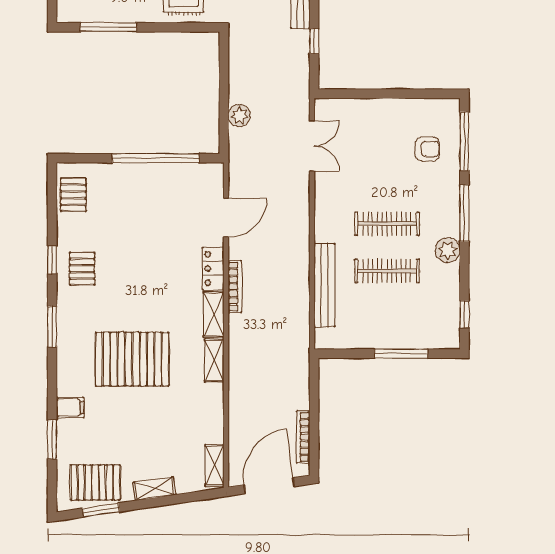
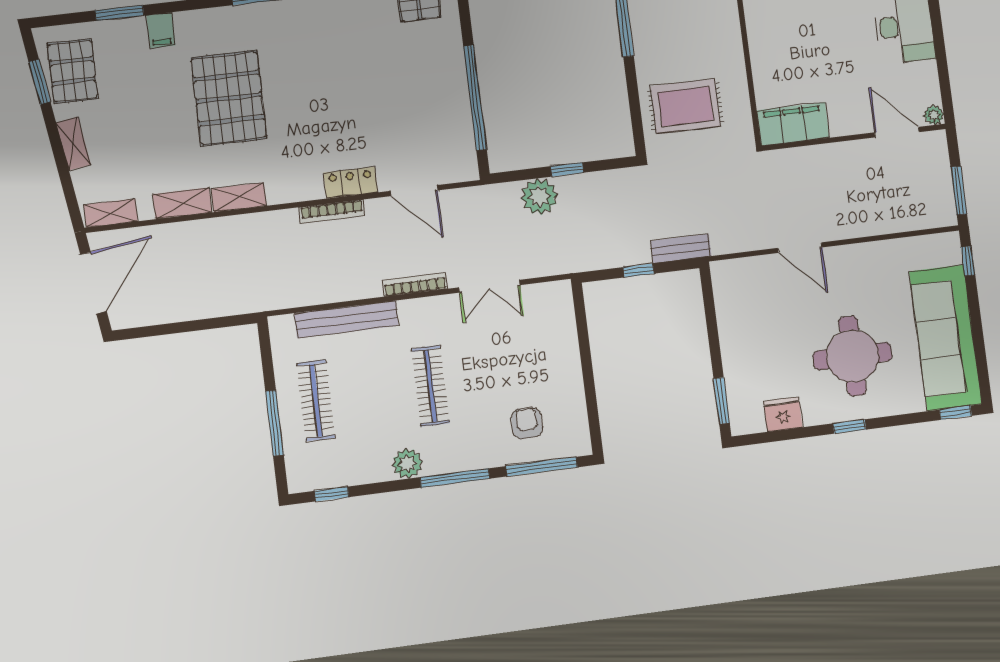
window: (224, 90) -> (567, 169), added
plant: (239, 115) -> (539, 197), width x1.36, depth x1.36
double door: (312, 146) -> (489, 286), moved
armchair: (427, 149) -> (527, 423), turned 180
pallet: (82, 269) -> (331, 25), removed
clothes rail: (387, 271) -> (316, 400), moved
shelving: (214, 314) -> (182, 203), moved
bookcase: (303, 437) -> (415, 285), moved
door: (269, 486) -> (93, 283), hinge flipped

